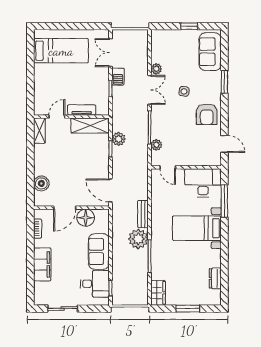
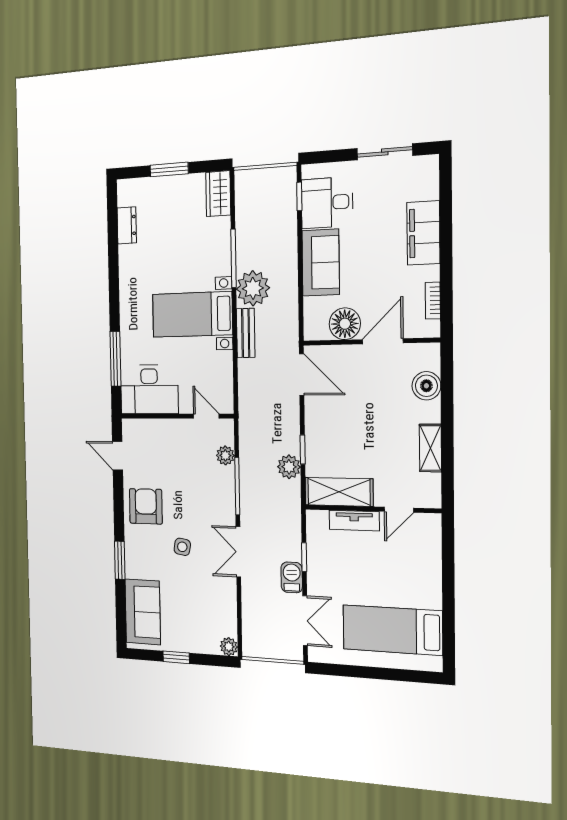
plant: (156, 69) -> (229, 647), moved
shelving: (39, 131) -> (430, 448), moved
bed with nightstands: (197, 228) -> (192, 314), moved, turned 180

